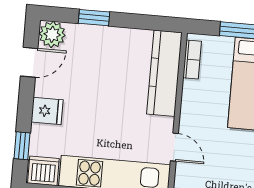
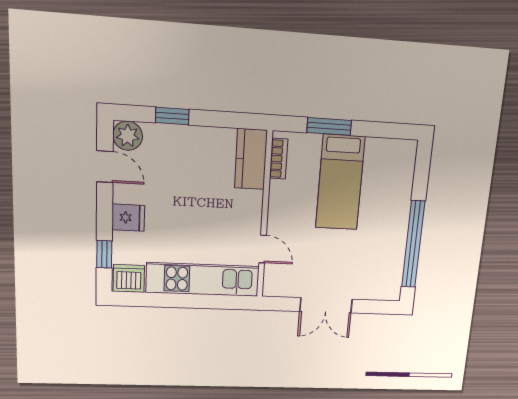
door: (29, 62) -> (105, 167), hinge flipped
kitchen counter: (164, 73) -> (251, 159), width x0.67

